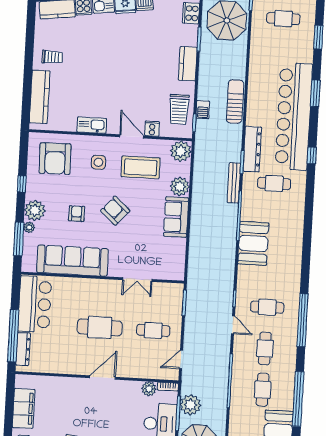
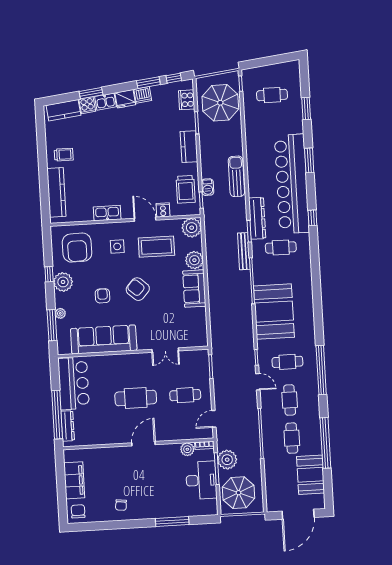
plant: (35, 210) -> (63, 282), moved
booth: (253, 243) -> (274, 312), width x1.36, depth x1.42

